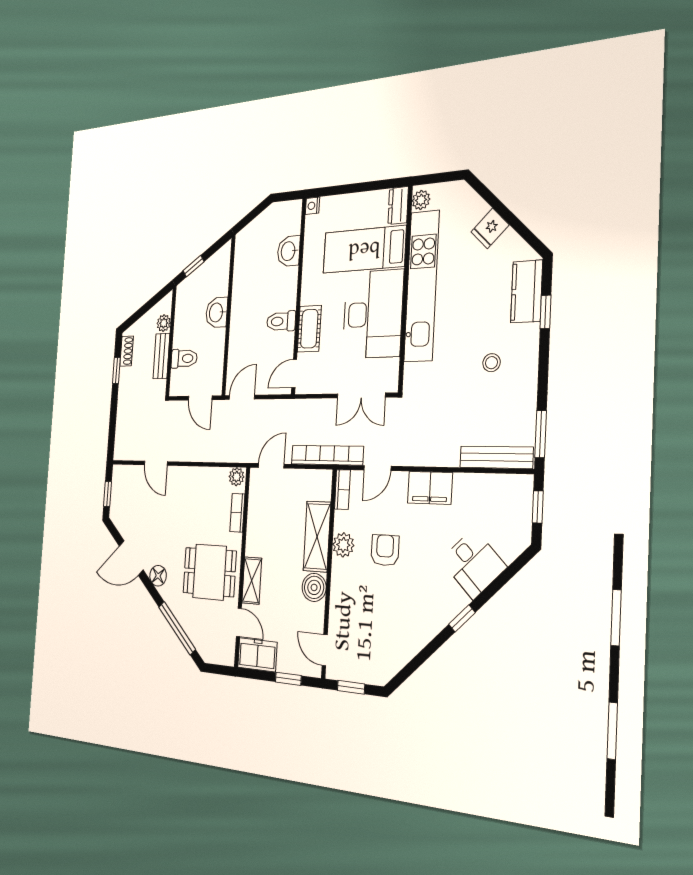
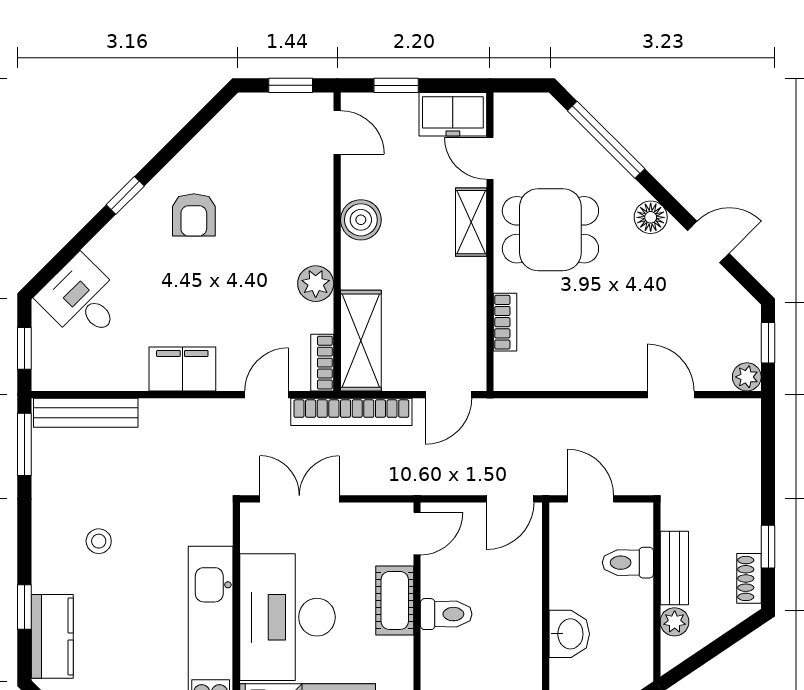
plant: (237, 477) -> (747, 377), moved
shelving: (317, 536) -> (361, 341), moved
armchair: (385, 550) -> (194, 215), moved
door: (131, 558) -> (708, 242), width x0.73
desk: (473, 564) -> (82, 300), moved

